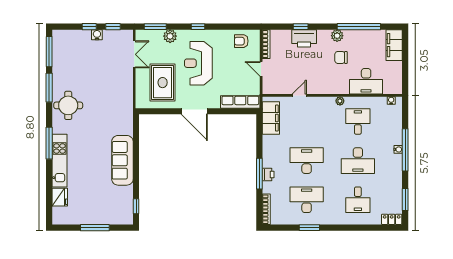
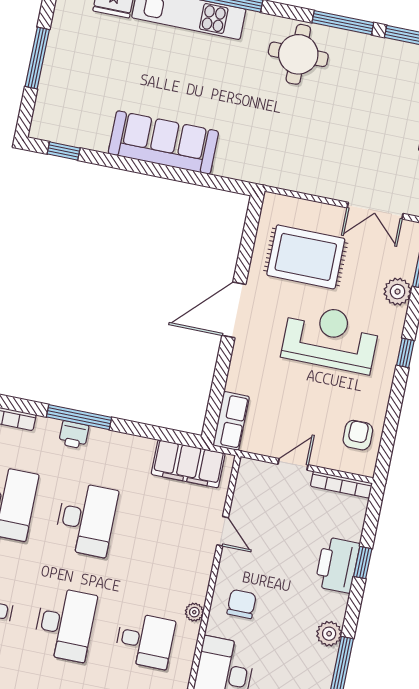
chair: (341, 57) -> (242, 604), moved
row of seats: (240, 102) -> (231, 421), width x0.68
desk: (358, 161) -> (65, 624), turned 180

